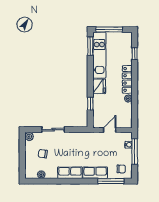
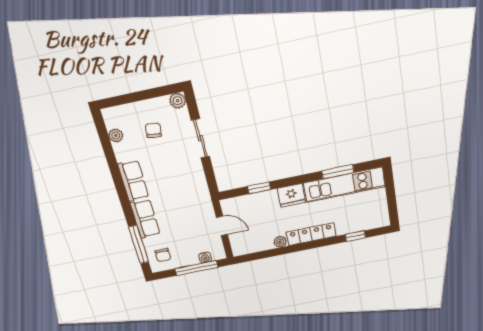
window: (109, 30) -> (390, 191), removed
window: (90, 46) -> (338, 172), moved

